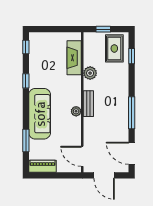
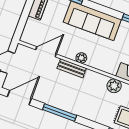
bench: (88, 104) -> (72, 68), moved
door: (82, 156) -> (46, 52), moved

